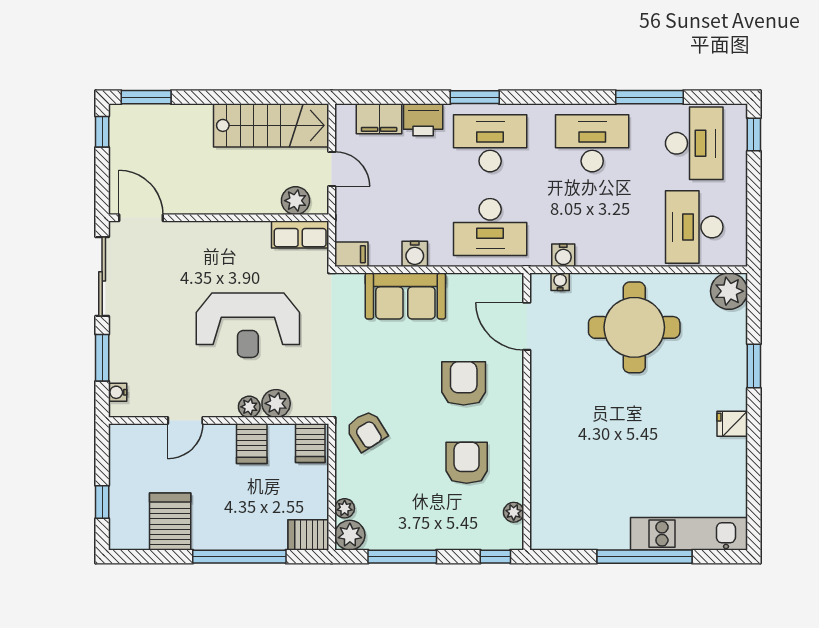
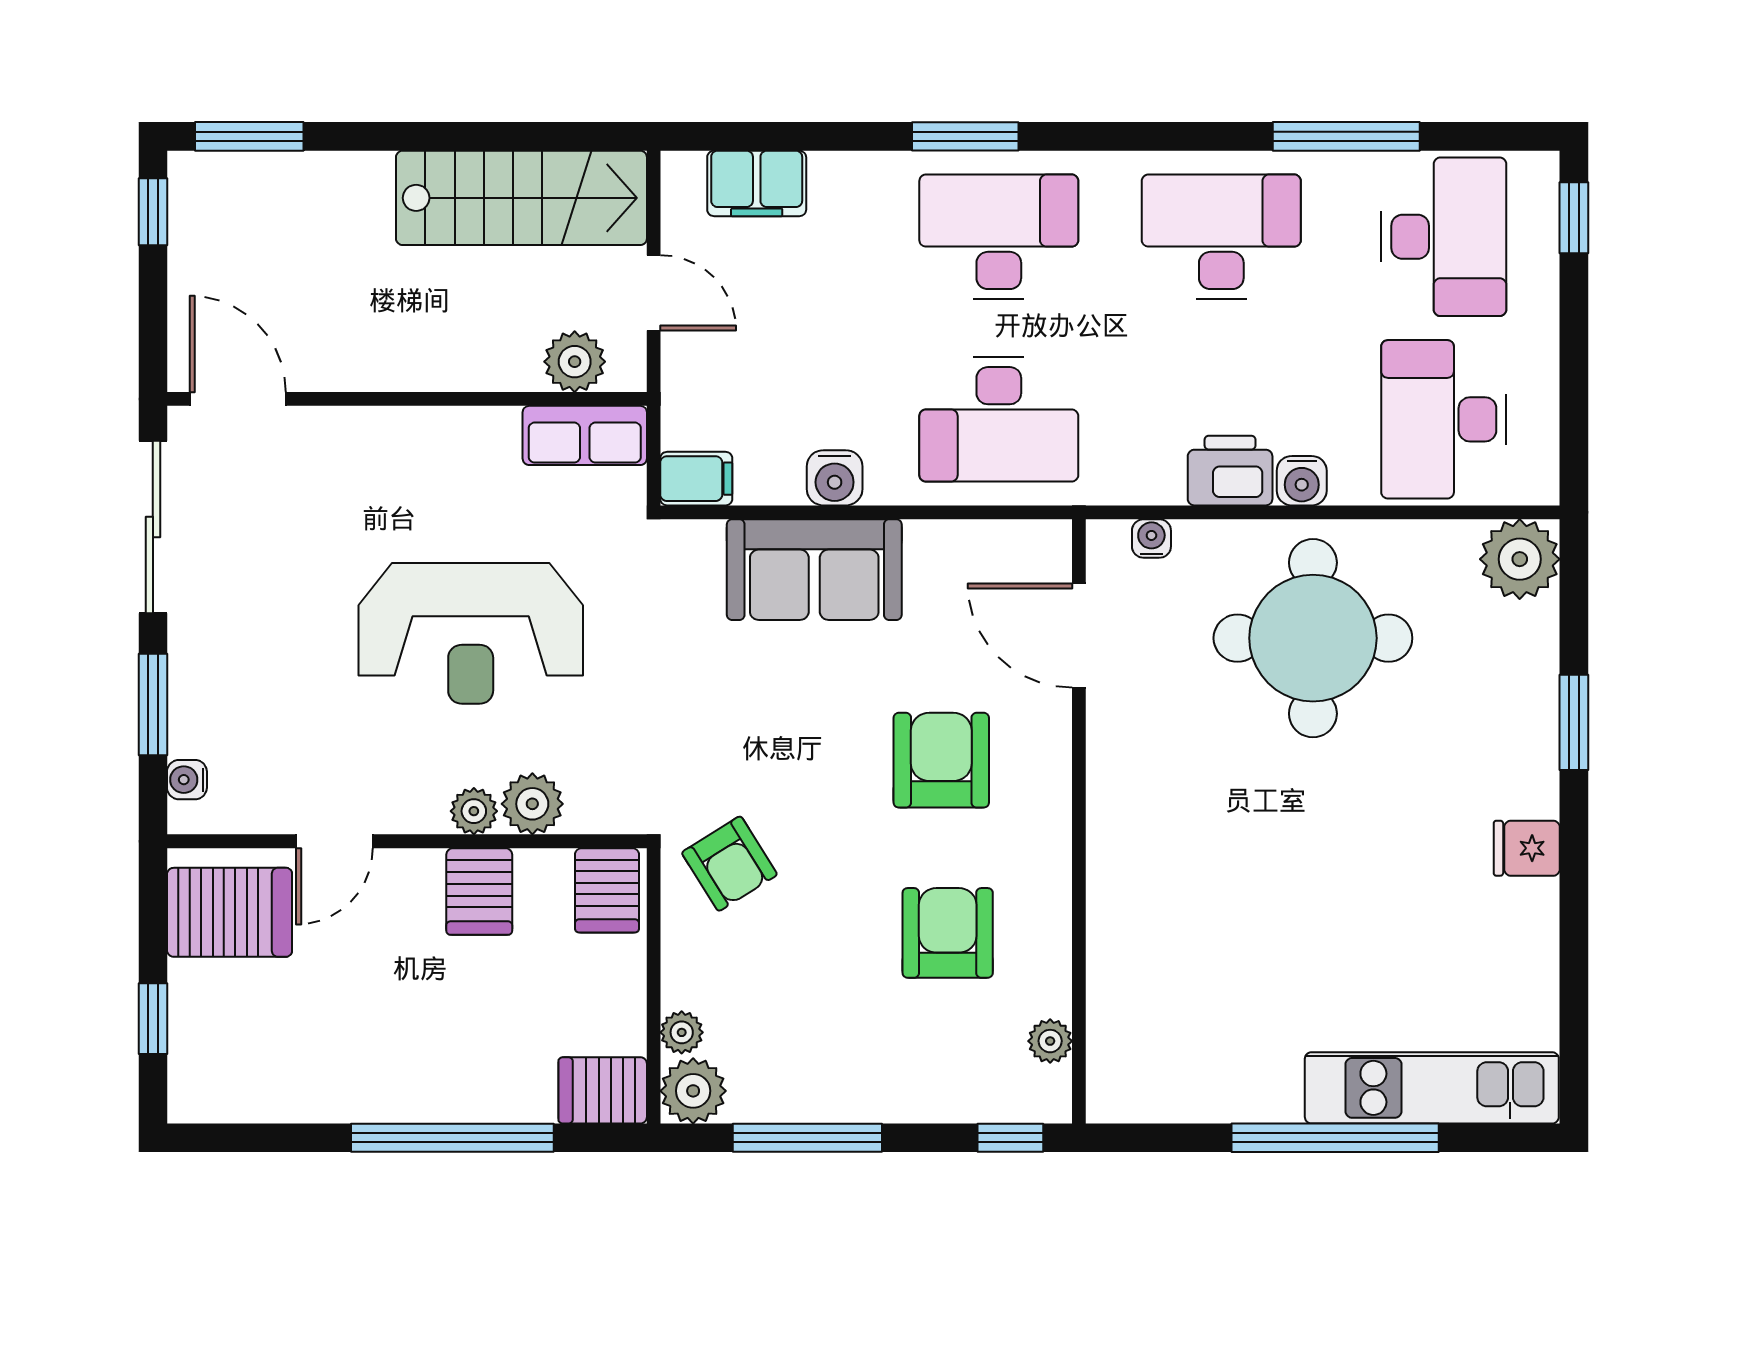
printer: (423, 120) -> (1230, 471), moved, turned 180
water cooler: (563, 255) -> (1302, 481), moved
server rack: (170, 521) -> (230, 912), moved, turned 90

